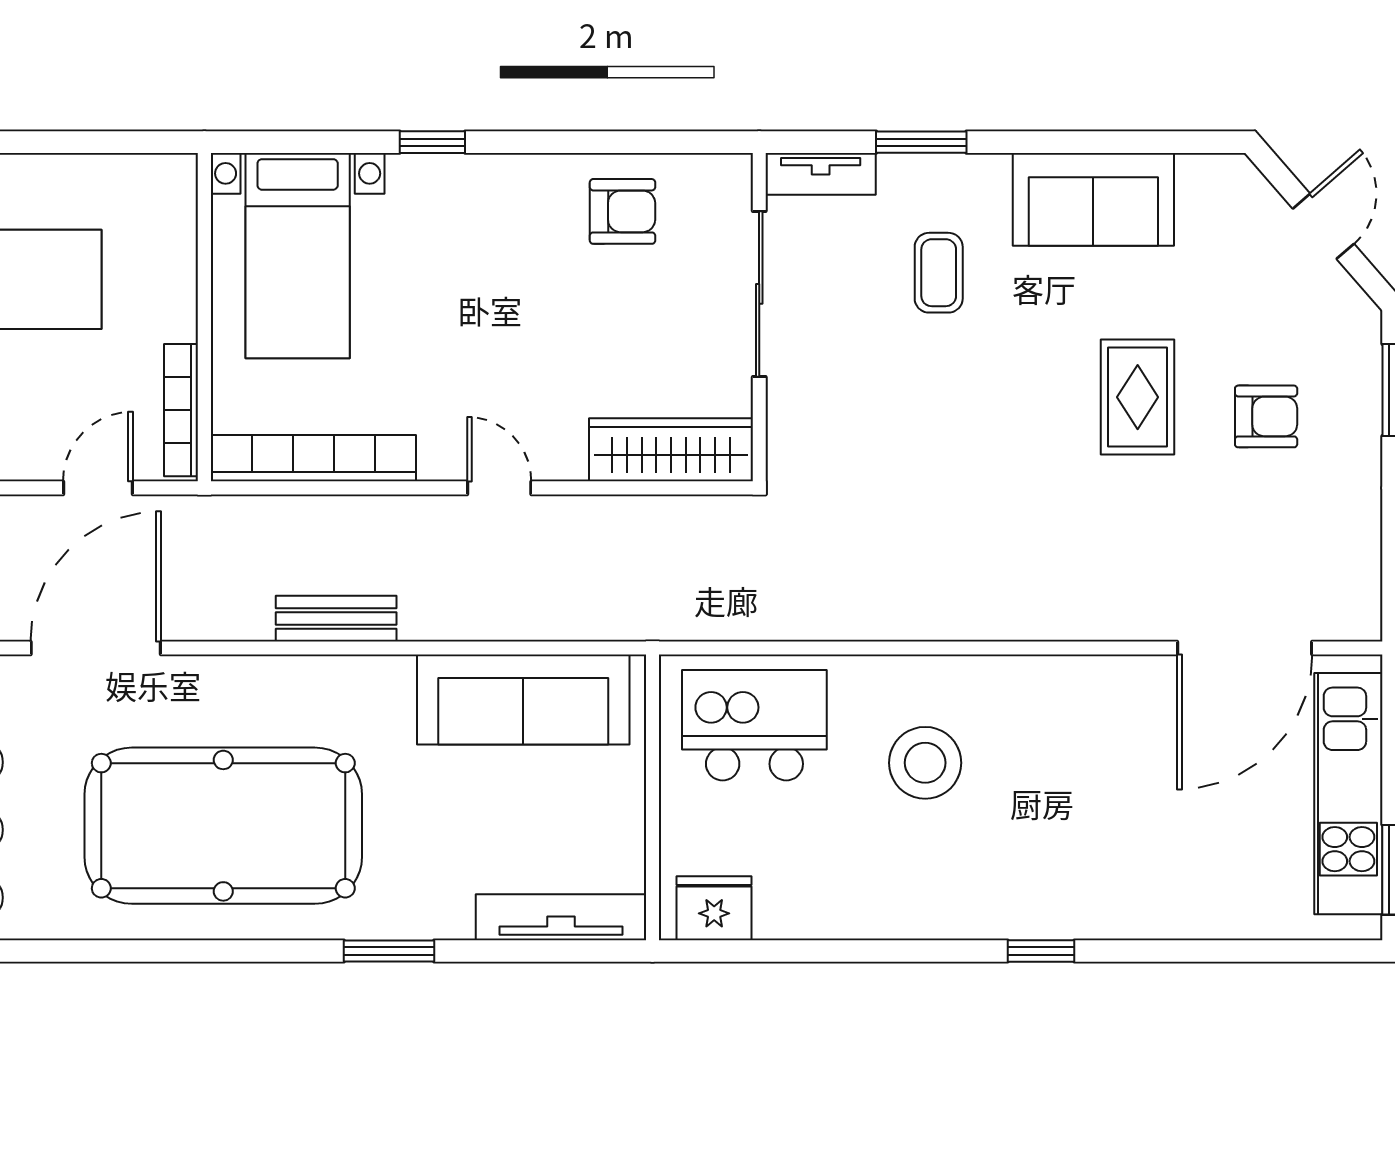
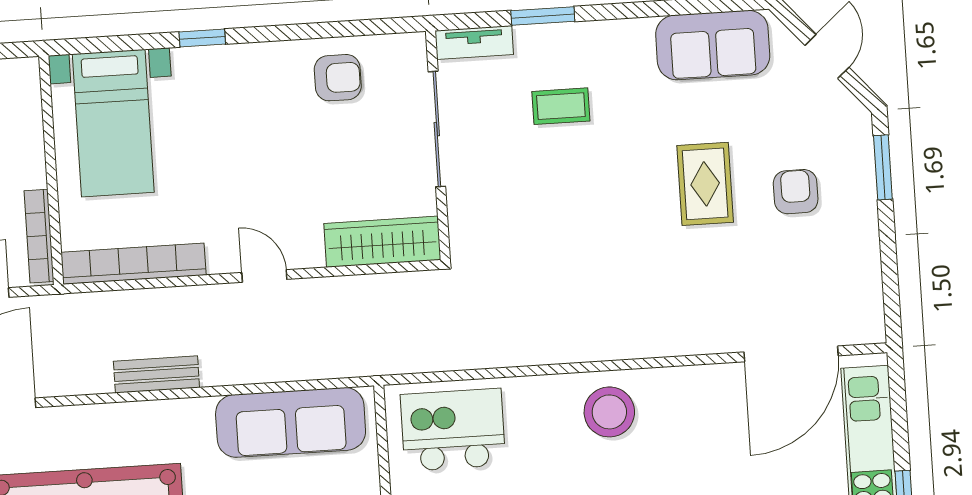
sofa: (1093, 199) -> (713, 45), moved
coffee table: (939, 273) -> (561, 106), turned 90
armchair: (1266, 416) -> (796, 192), turned -90
stool: (925, 763) -> (609, 412), moved

